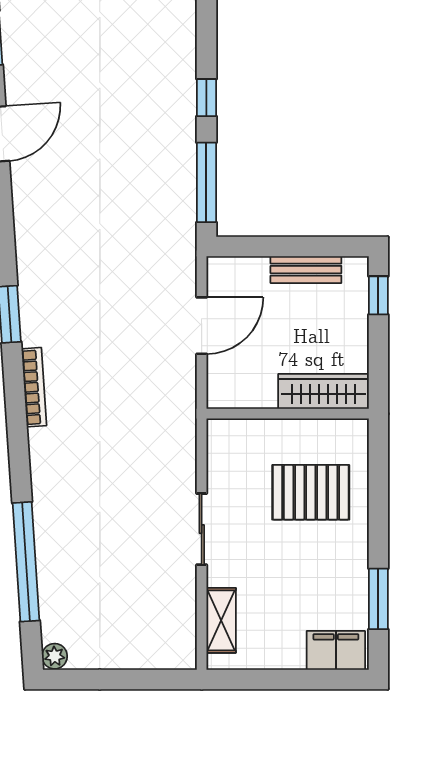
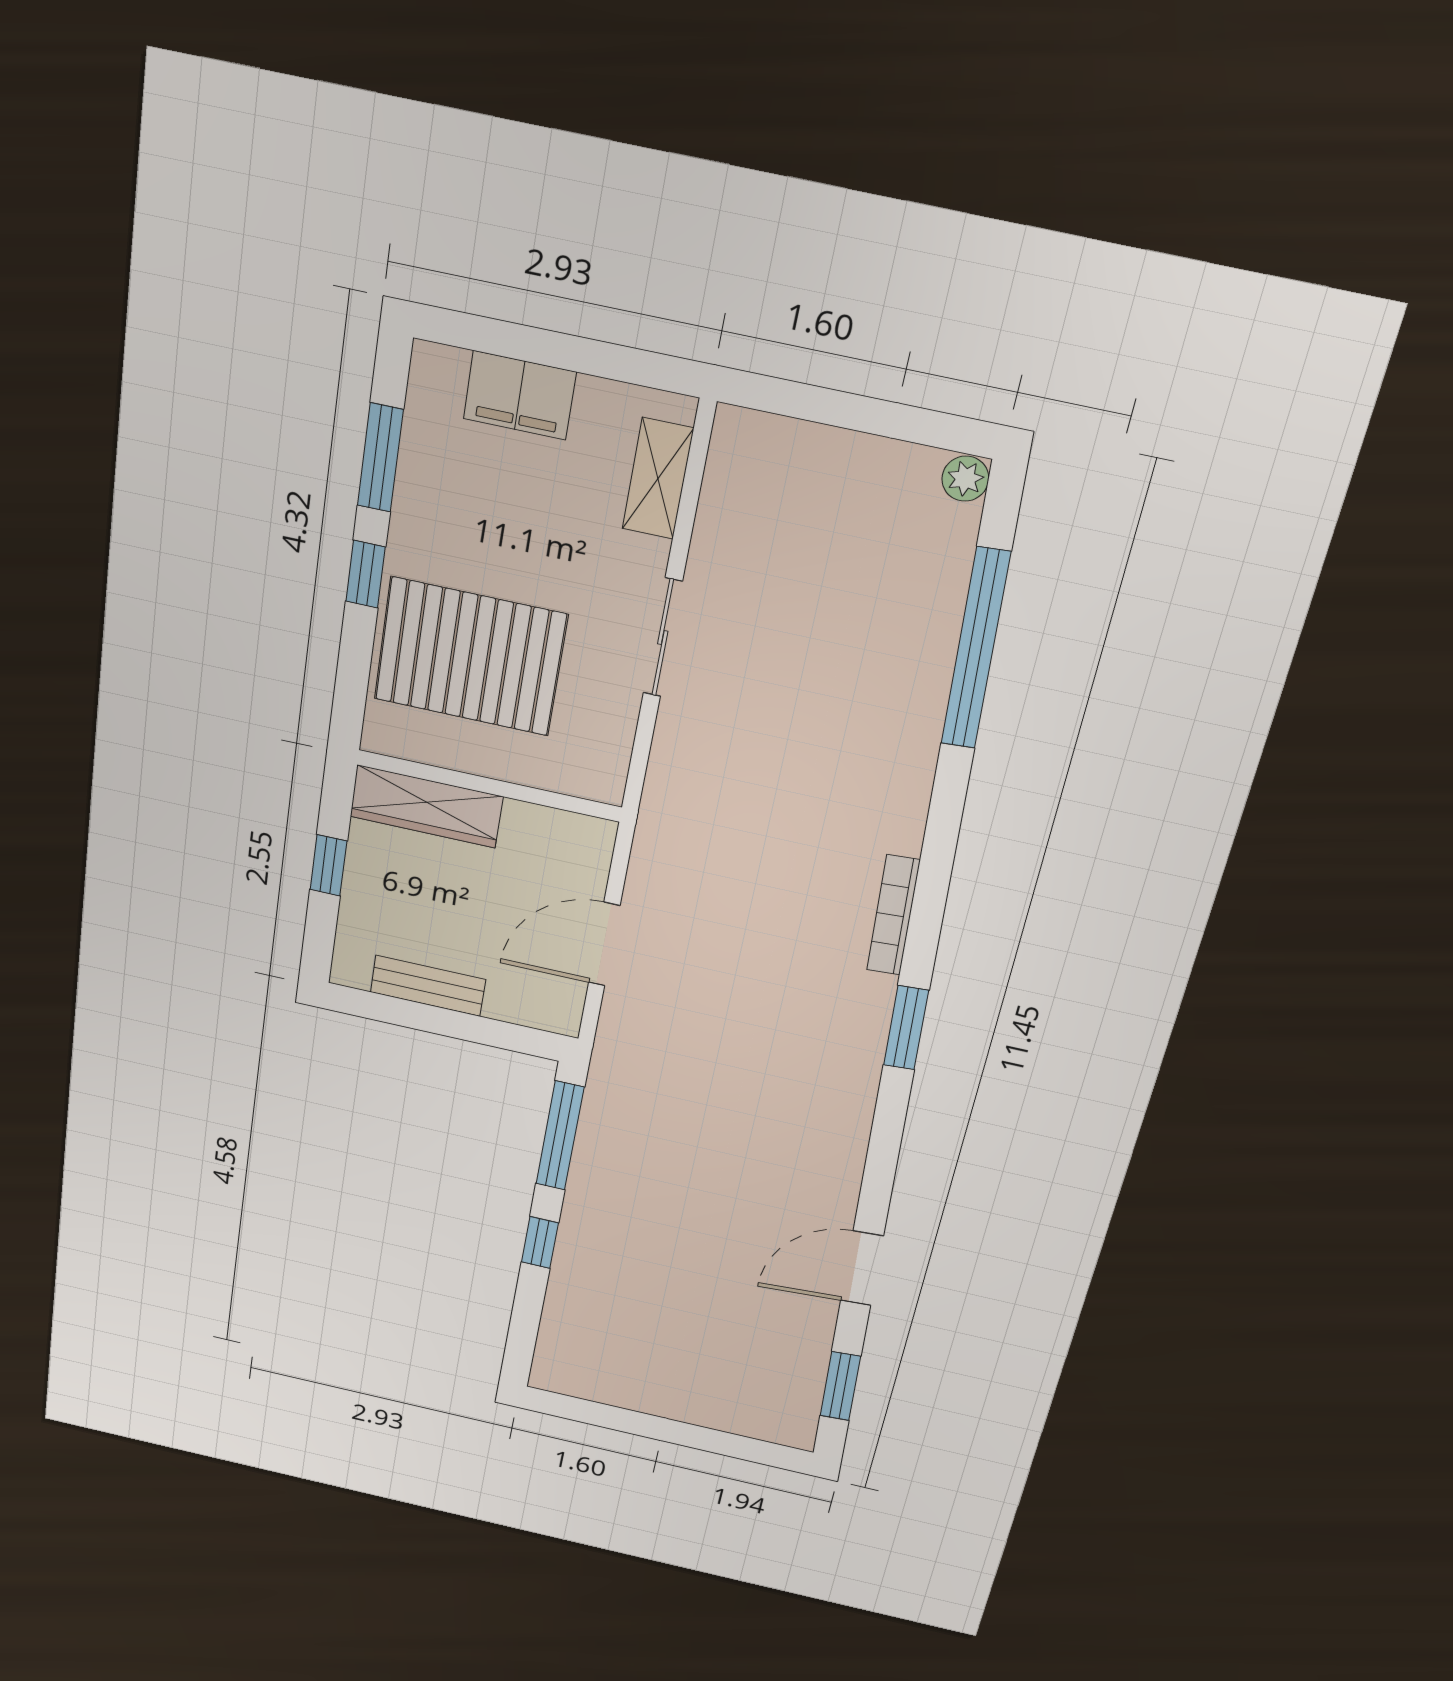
window: (378, 295) -> (328, 865), moved
pallet: (311, 492) -> (470, 657), width x1.37, depth x1.41
window: (378, 529) -> (366, 574), added
filing cabinet: (336, 650) -> (520, 395), moved

